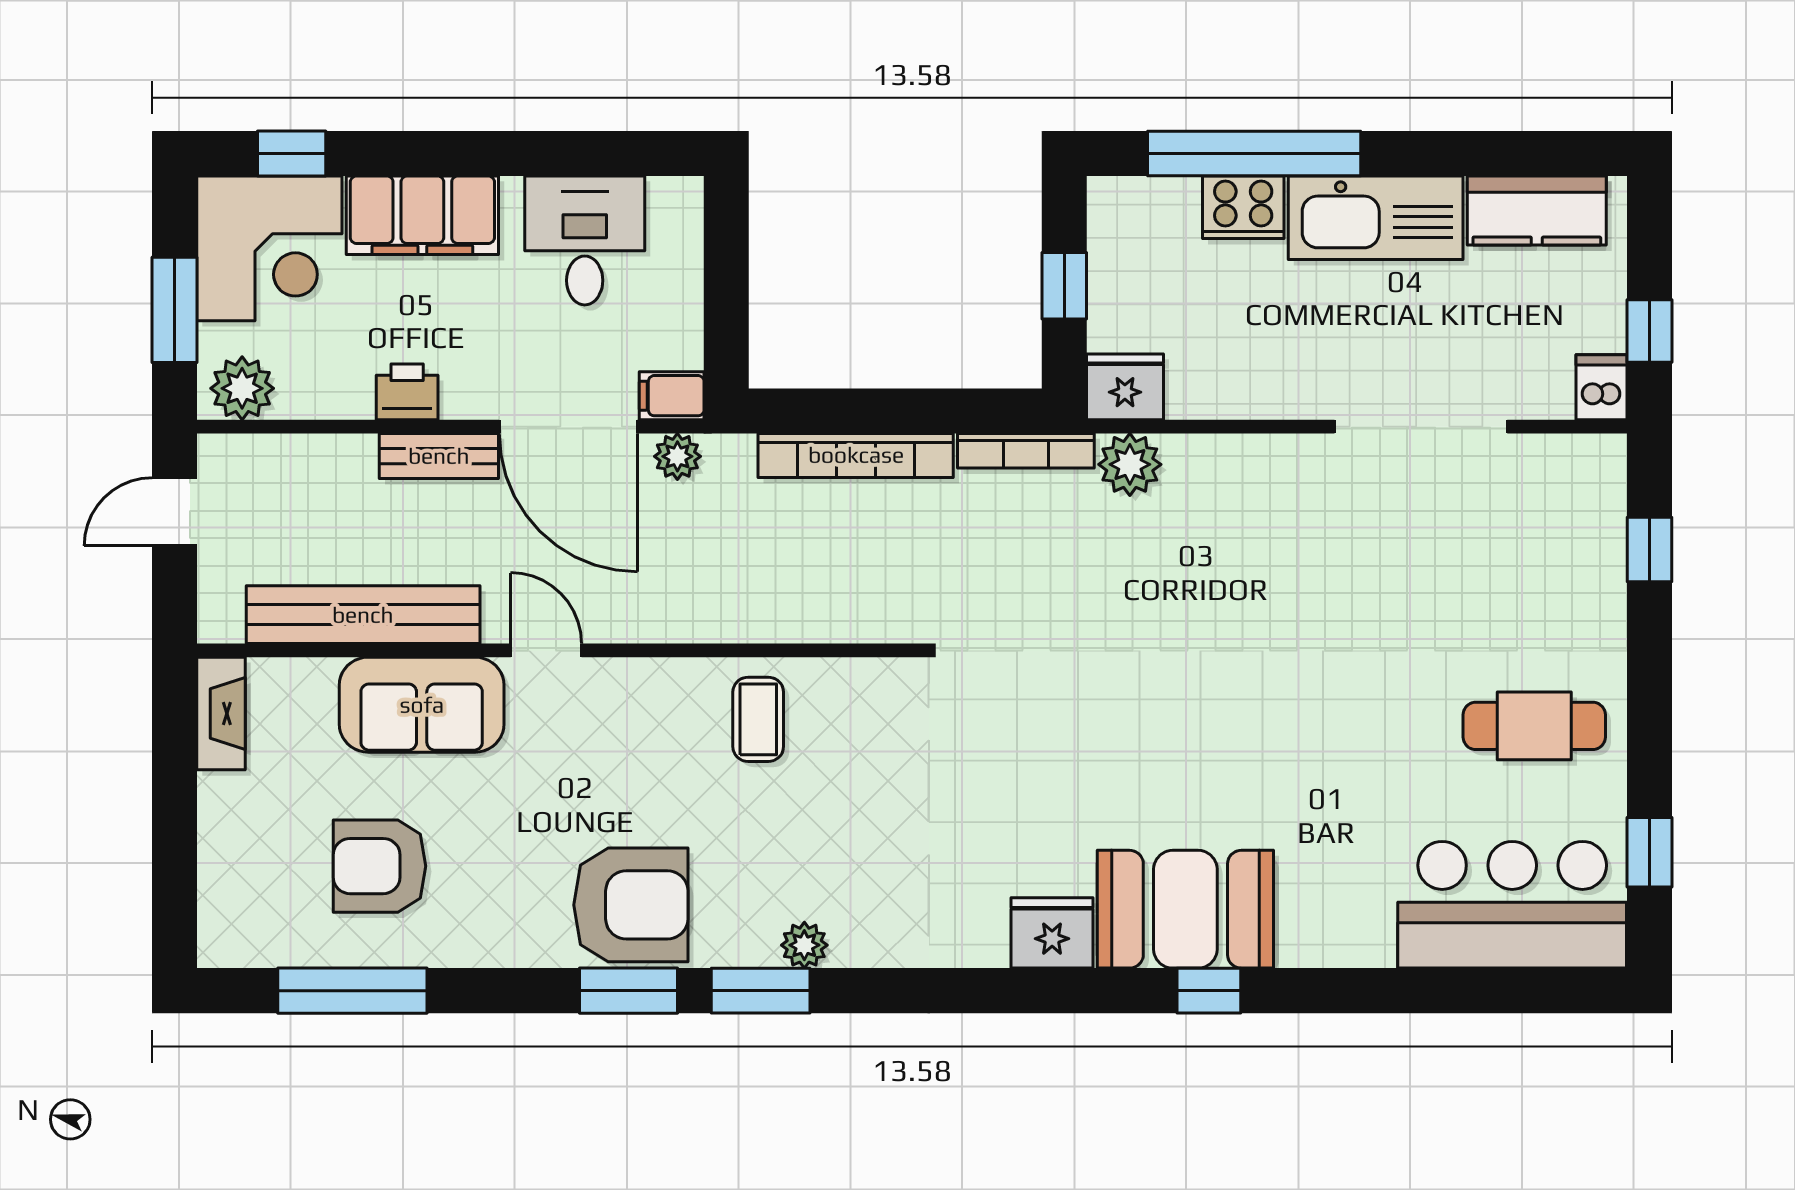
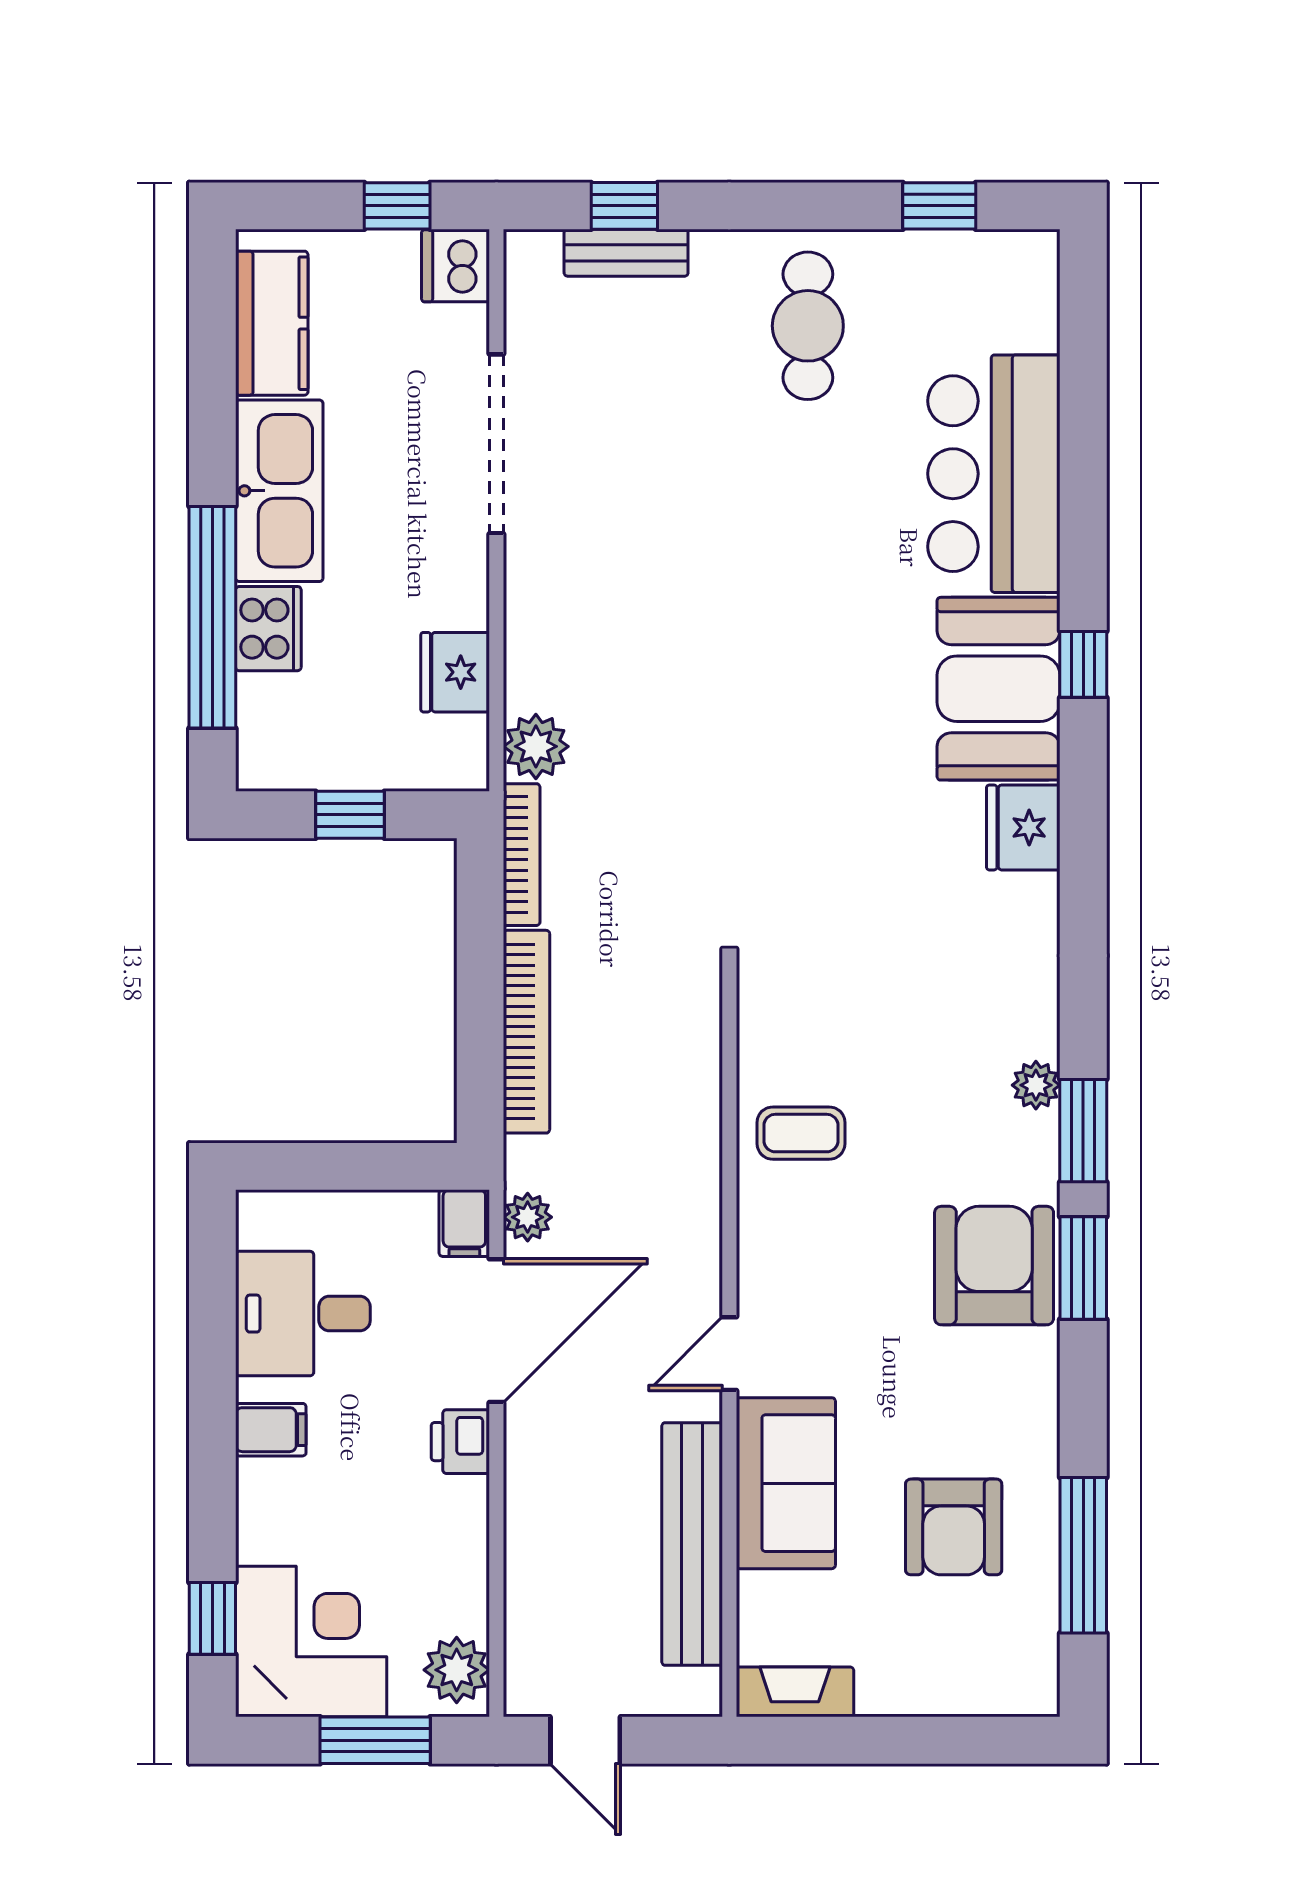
filing cabinet: (422, 215) -> (271, 1430), width x0.33, depth x0.86
fridge: (1125, 387) -> (455, 672), moved
dishwasher: (1602, 387) -> (456, 266), width x1.38
printer: (407, 392) -> (460, 1442), moved
bench: (439, 456) -> (626, 253), moved, turned 90
bar counter: (1512, 905) -> (994, 474), moved

